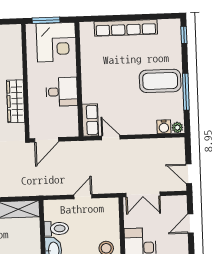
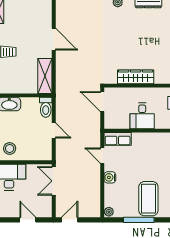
water cooler: (164, 127) -> (110, 177), moved
door: (111, 138) -> (102, 156), swing flipped
toilet: (56, 229) -> (46, 107), moved

